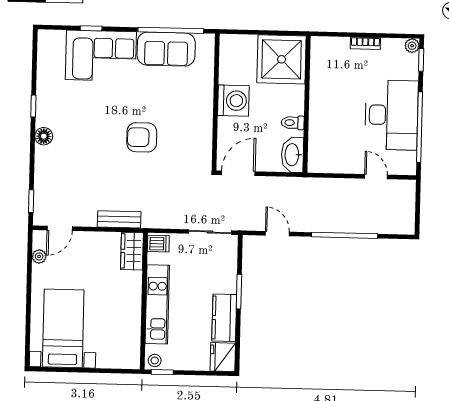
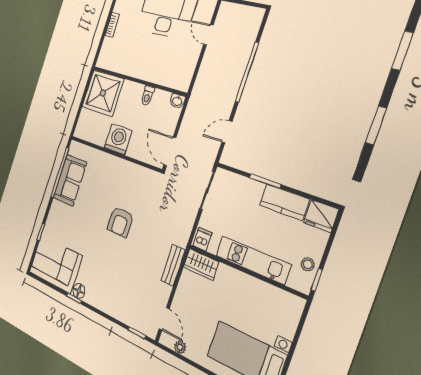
corner sofa: (101, 56) -> (55, 264), moved, turned -90
floor lamp: (44, 136) -> (79, 291), moved
washbasin: (292, 155) -> (177, 101), width x0.52, depth x0.69
door: (376, 177) -> (208, 35), hinge flipped
stool: (155, 360) -> (308, 264), moved

